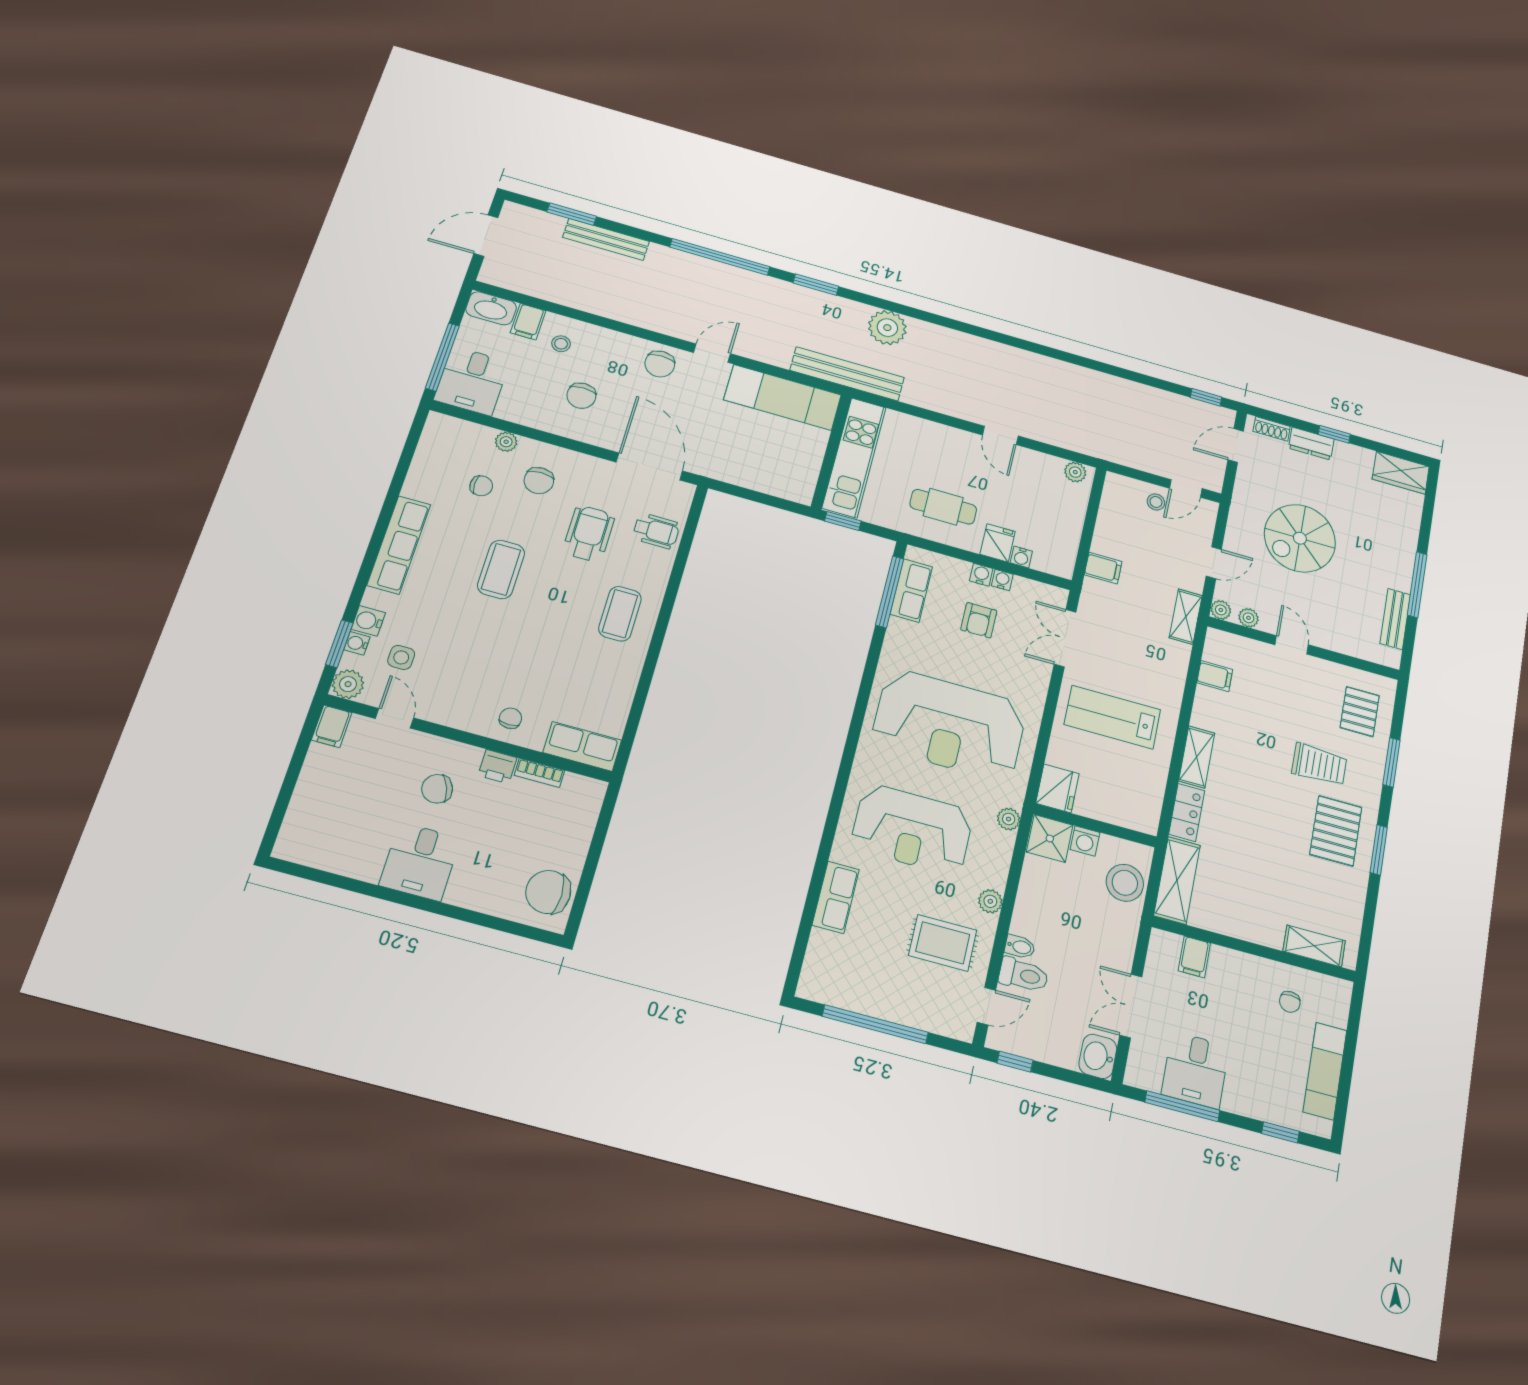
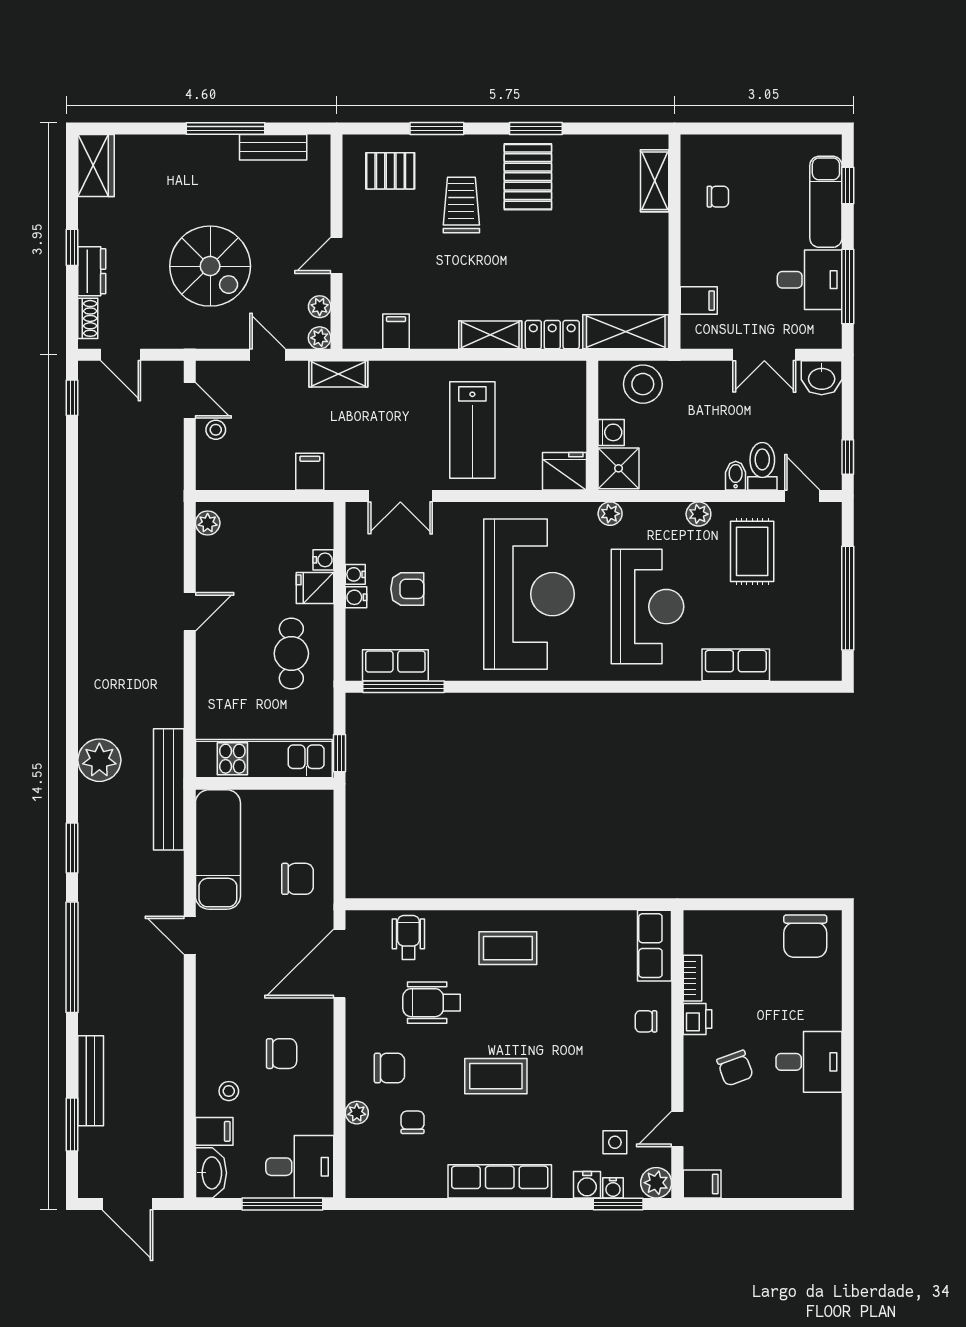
chair: (660, 364) -> (298, 879), moved
pallet: (1336, 831) -> (528, 177), turned 90
exam couch: (1325, 1071) -> (826, 202), moved, turned 90

